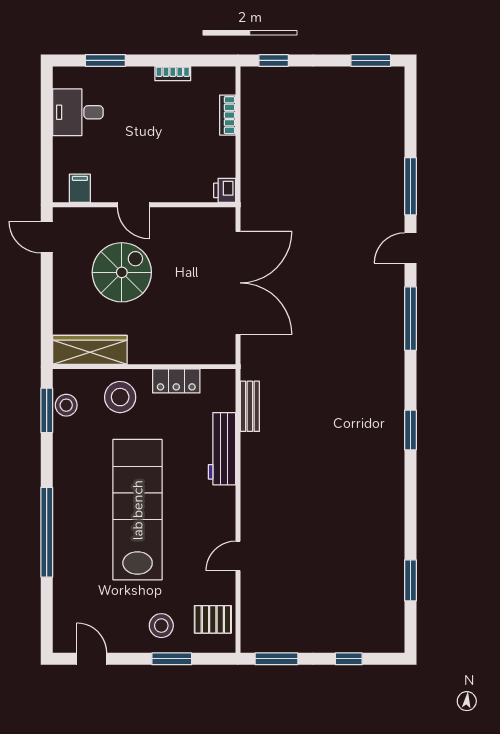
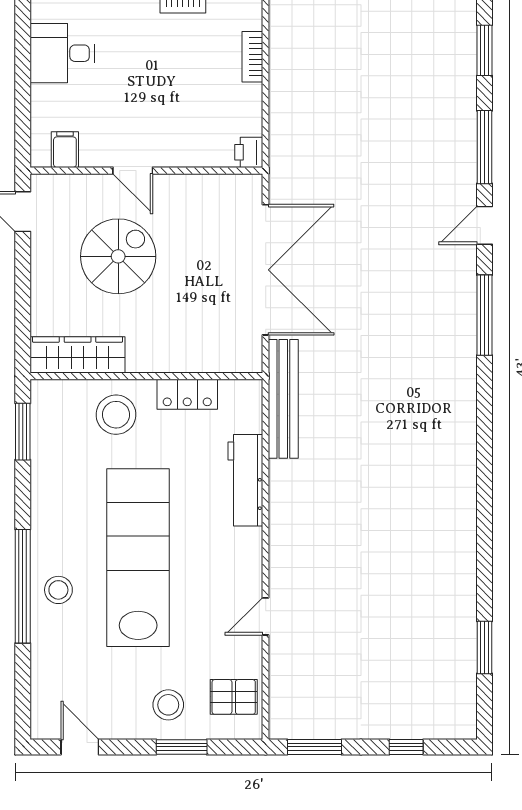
stool: (66, 405) -> (58, 590), moved
bench: (250, 406) -> (283, 399), width x1.86, depth x1.21
window: (410, 430) -> (484, 50), moved

